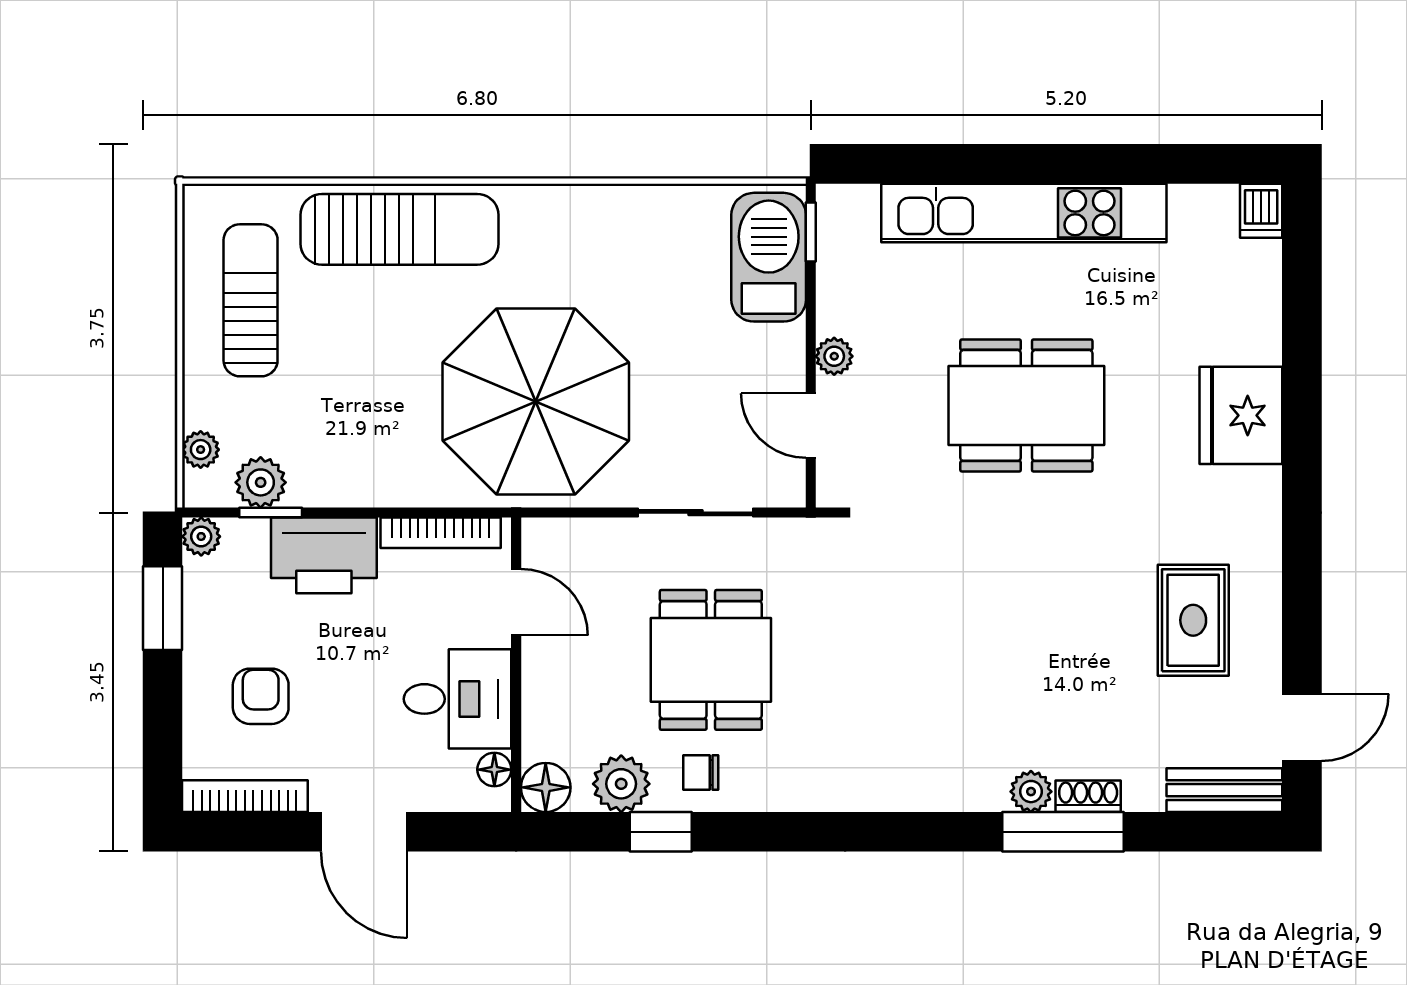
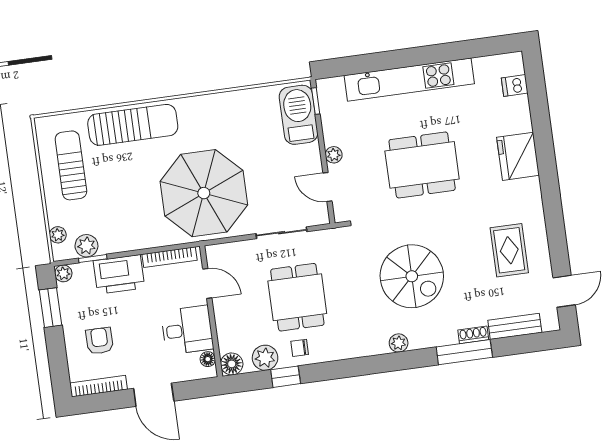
dishwasher: (1261, 211) -> (515, 86), moved, turned 90
spiral stairs: (970, 648) -> (412, 276), added
bench: (1224, 790) -> (515, 326), moved
plant: (1031, 792) -> (399, 343), moved

